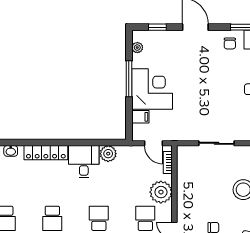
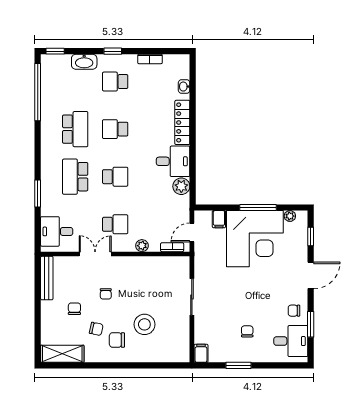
corner desk: (152, 89) -> (255, 239), width x1.36, depth x1.36
plant: (161, 192) -> (142, 246), width x0.53, depth x0.53

